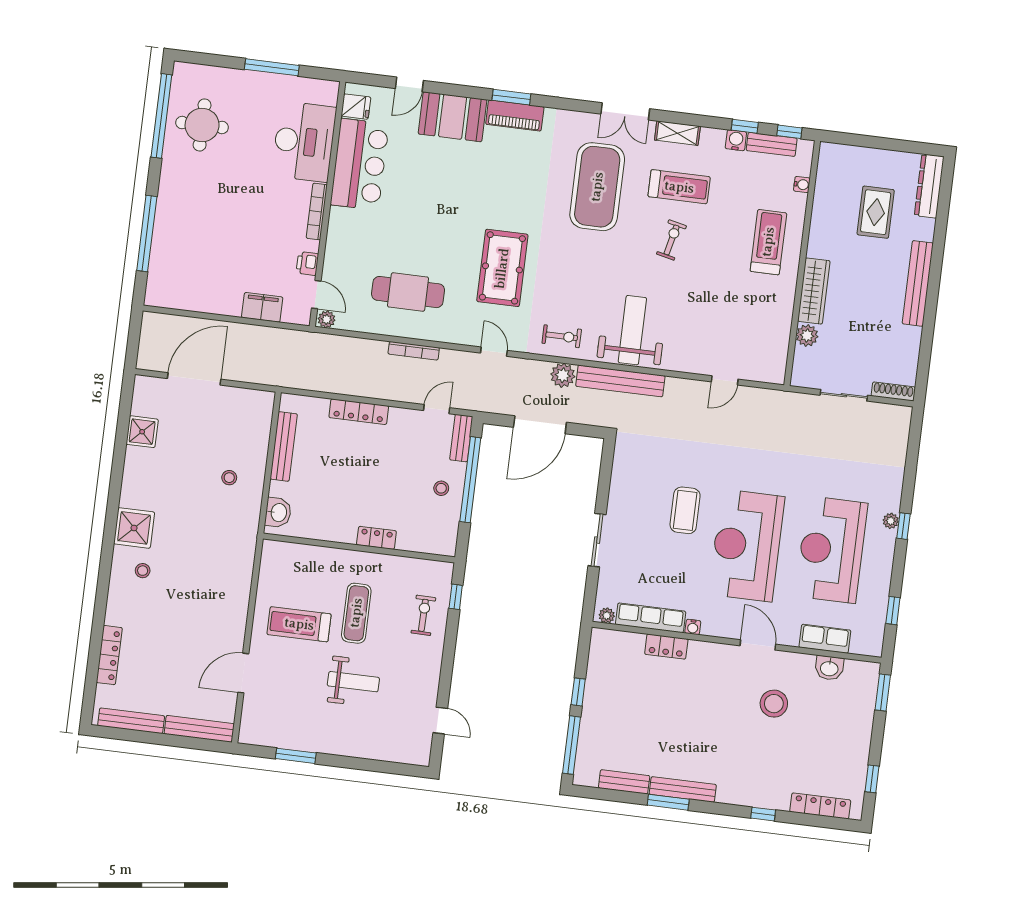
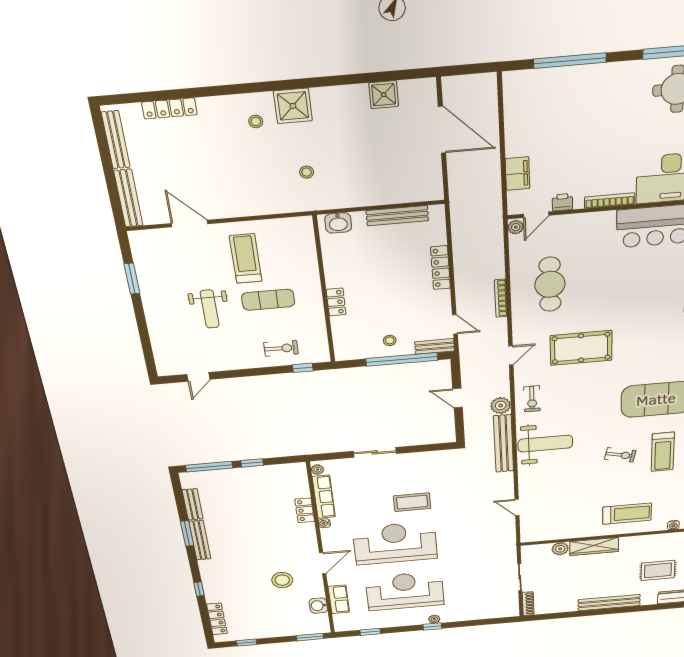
door: (540, 425) -> (458, 398), width x0.53
stool: (229, 478) -> (307, 172), moved

